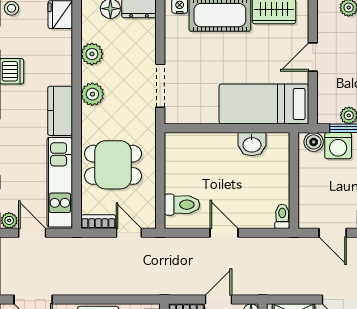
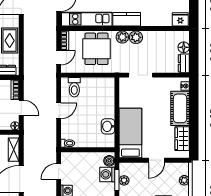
plant: (92, 54) -> (122, 37), moved
door: (313, 57) -> (157, 160), swing flipped

